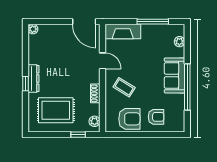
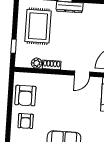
coffee table: (124, 87) -> (56, 93), removed
plant: (95, 121) -> (37, 63), moved

